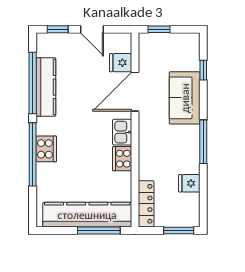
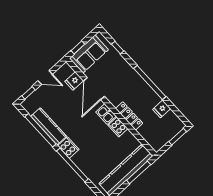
sofa: (185, 98) -> (89, 54), moved, turned -90
window: (203, 142) -> (150, 82), width x1.46
cooker: (46, 149) -> (68, 148), moved
locker: (146, 204) -> (129, 116), moved

